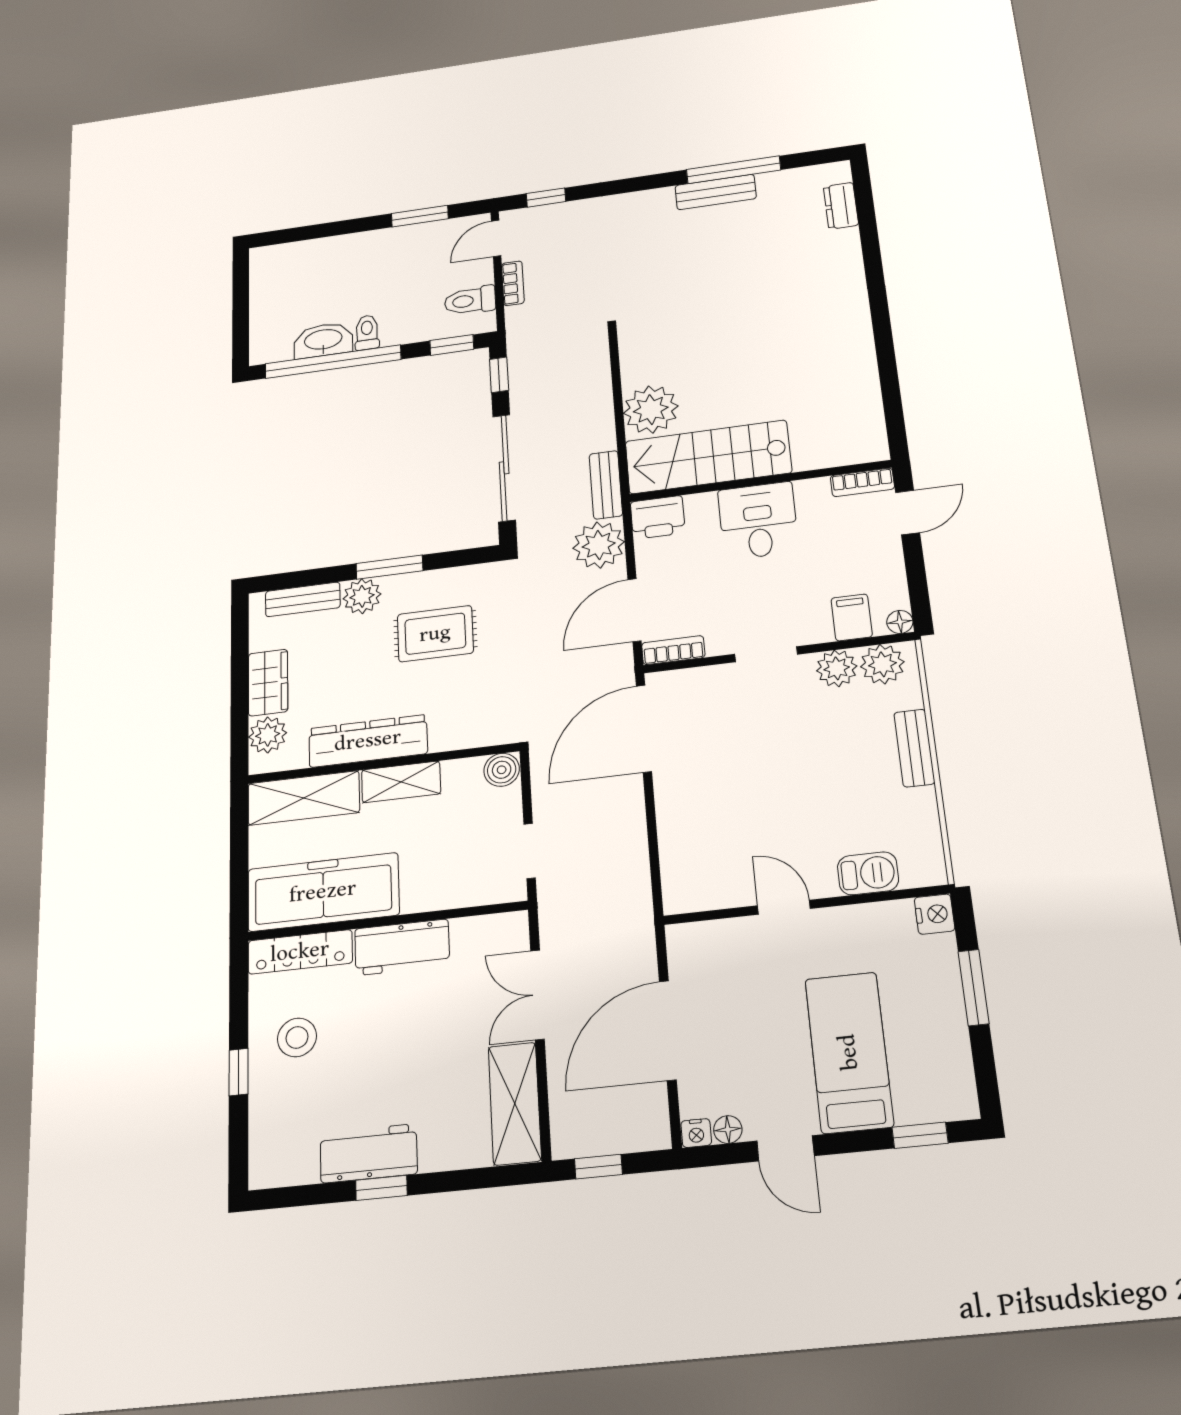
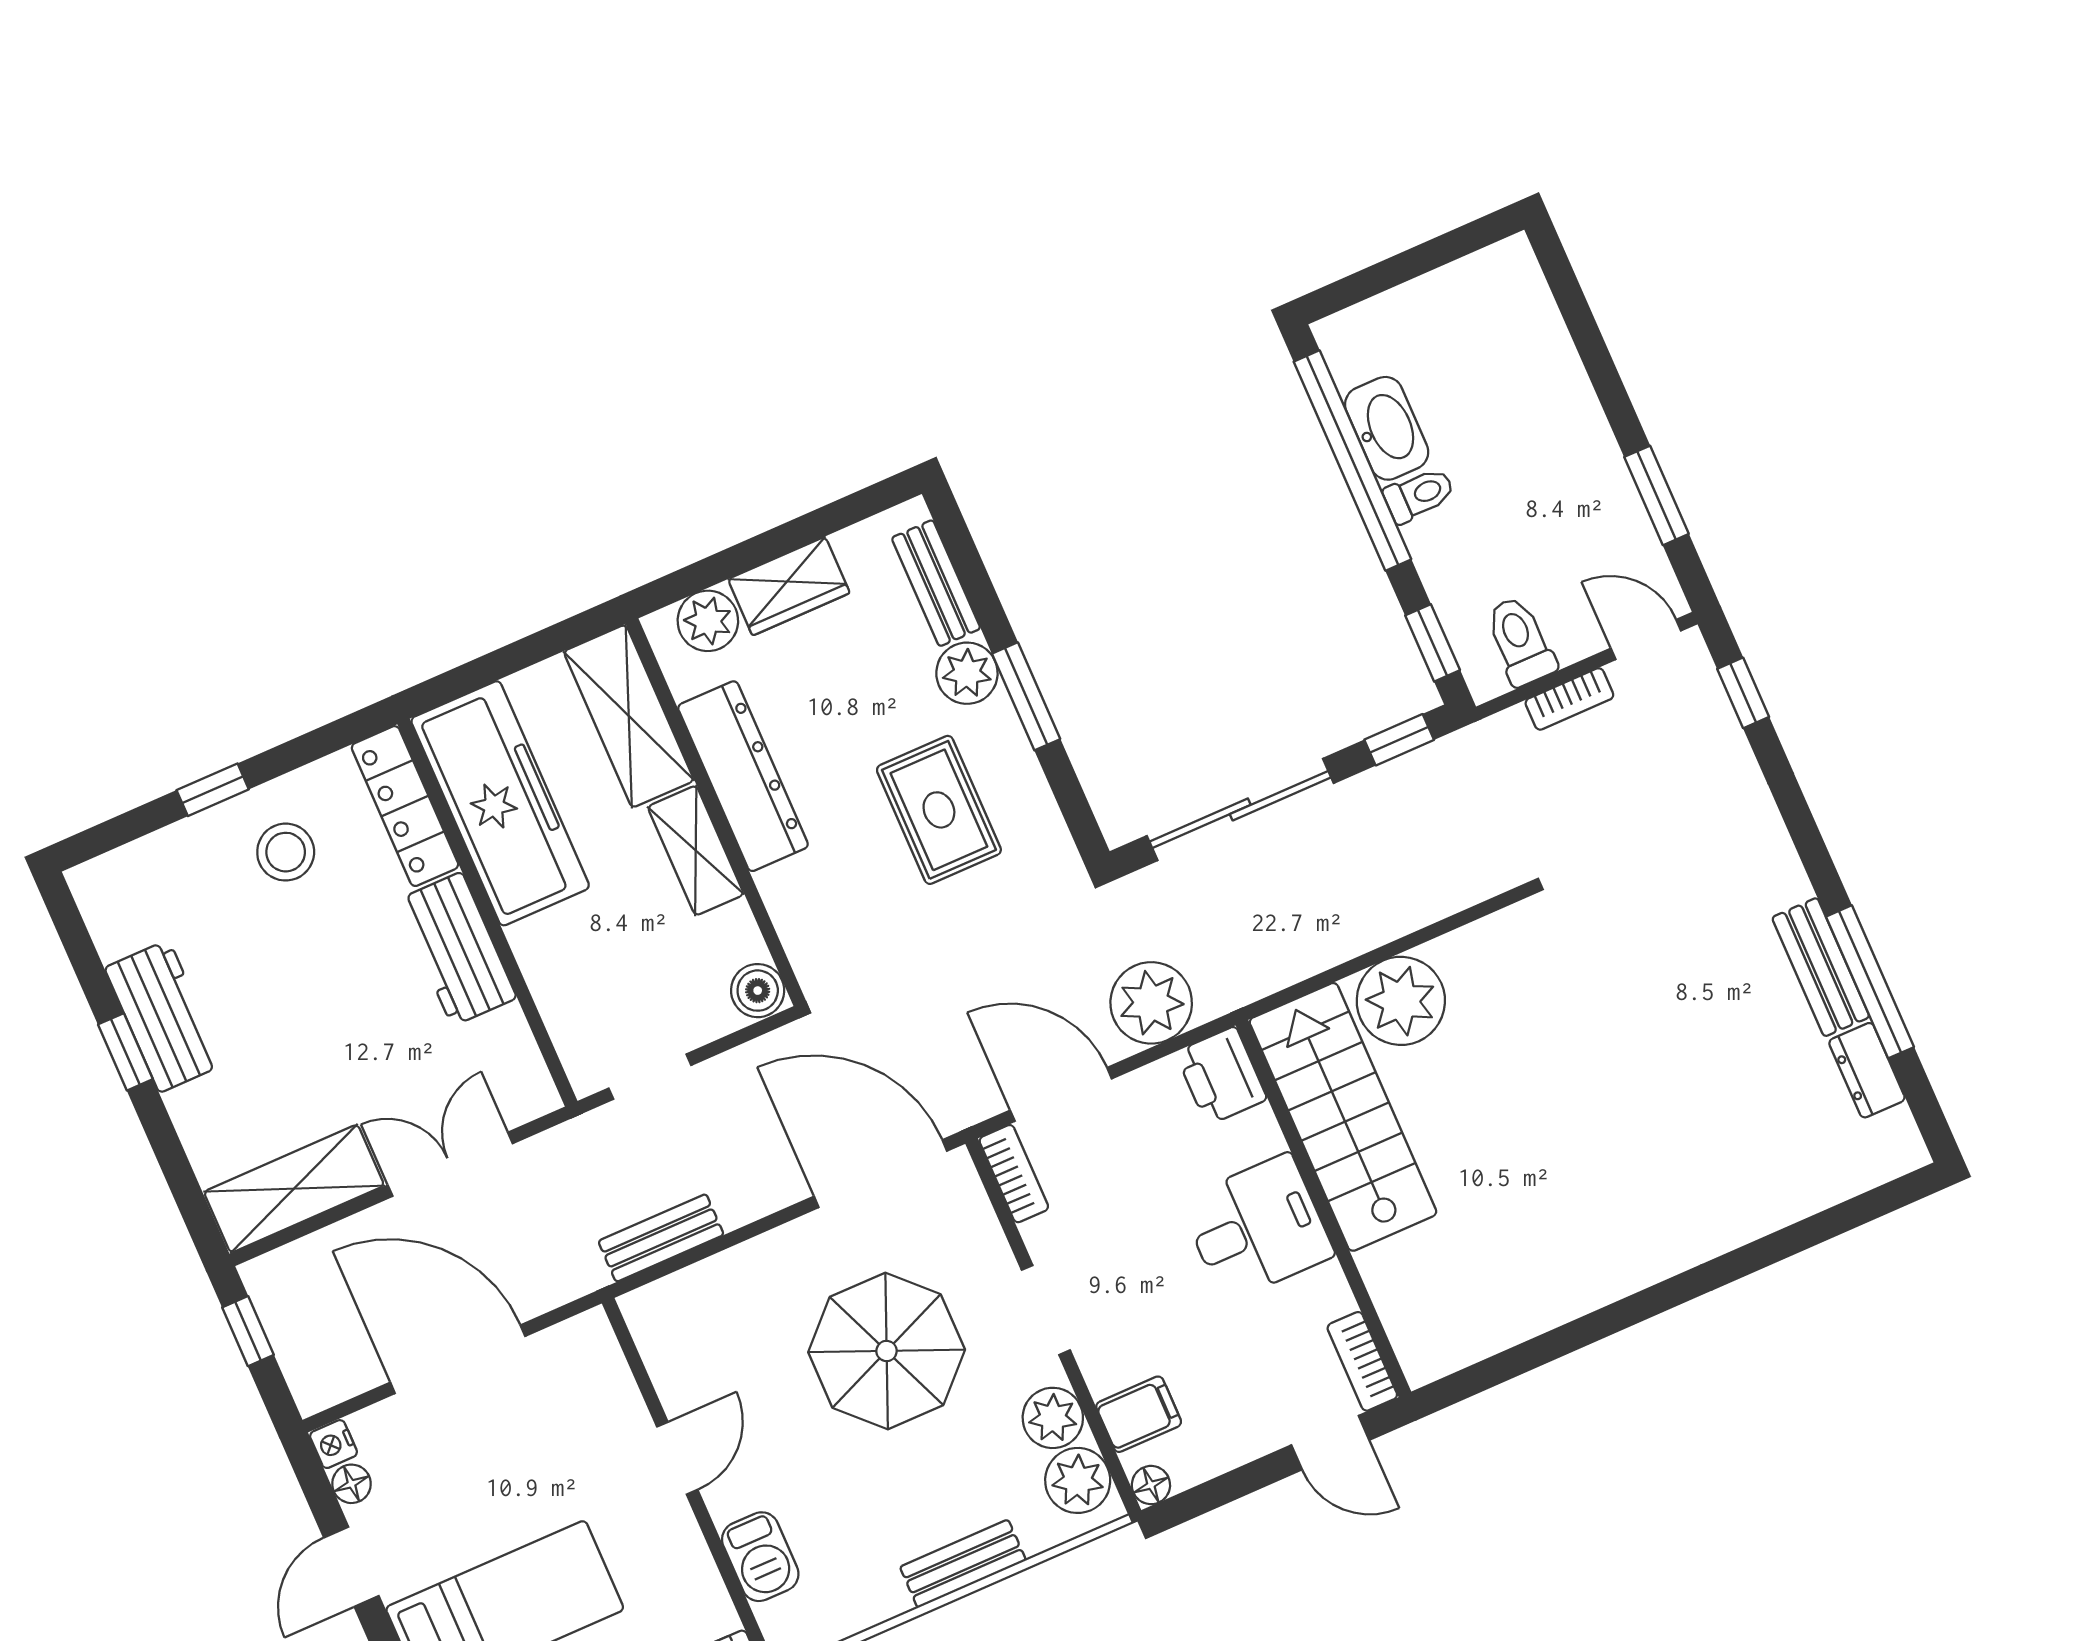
dresser: (841, 206) -> (1867, 1070), moved, turned -90
bench: (606, 485) -> (661, 1238), moved
parasol: (759, 756) -> (887, 1351), added

